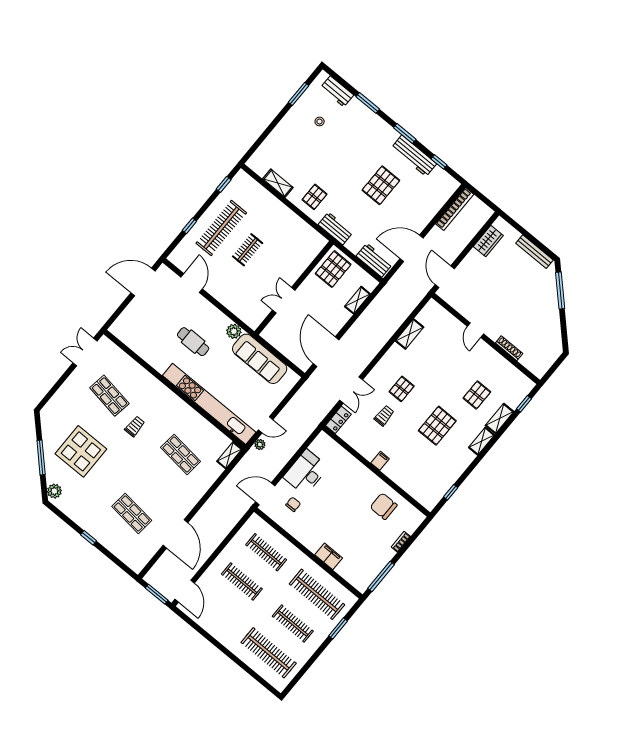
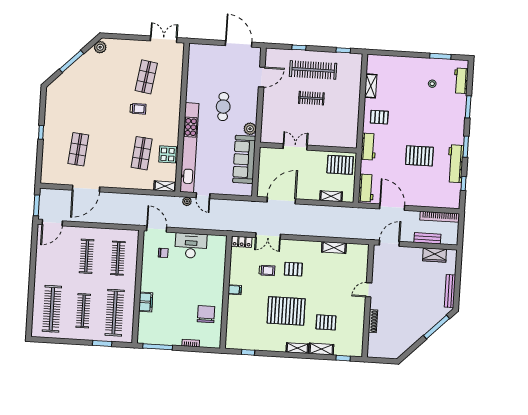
bench: (467, 236) -> (427, 238), added
pallet: (437, 426) -> (286, 311), width x1.37, depth x1.41
display table: (81, 451) -> (168, 154), moved, width x0.54, depth x0.54
plant: (54, 491) -> (100, 47), moved

